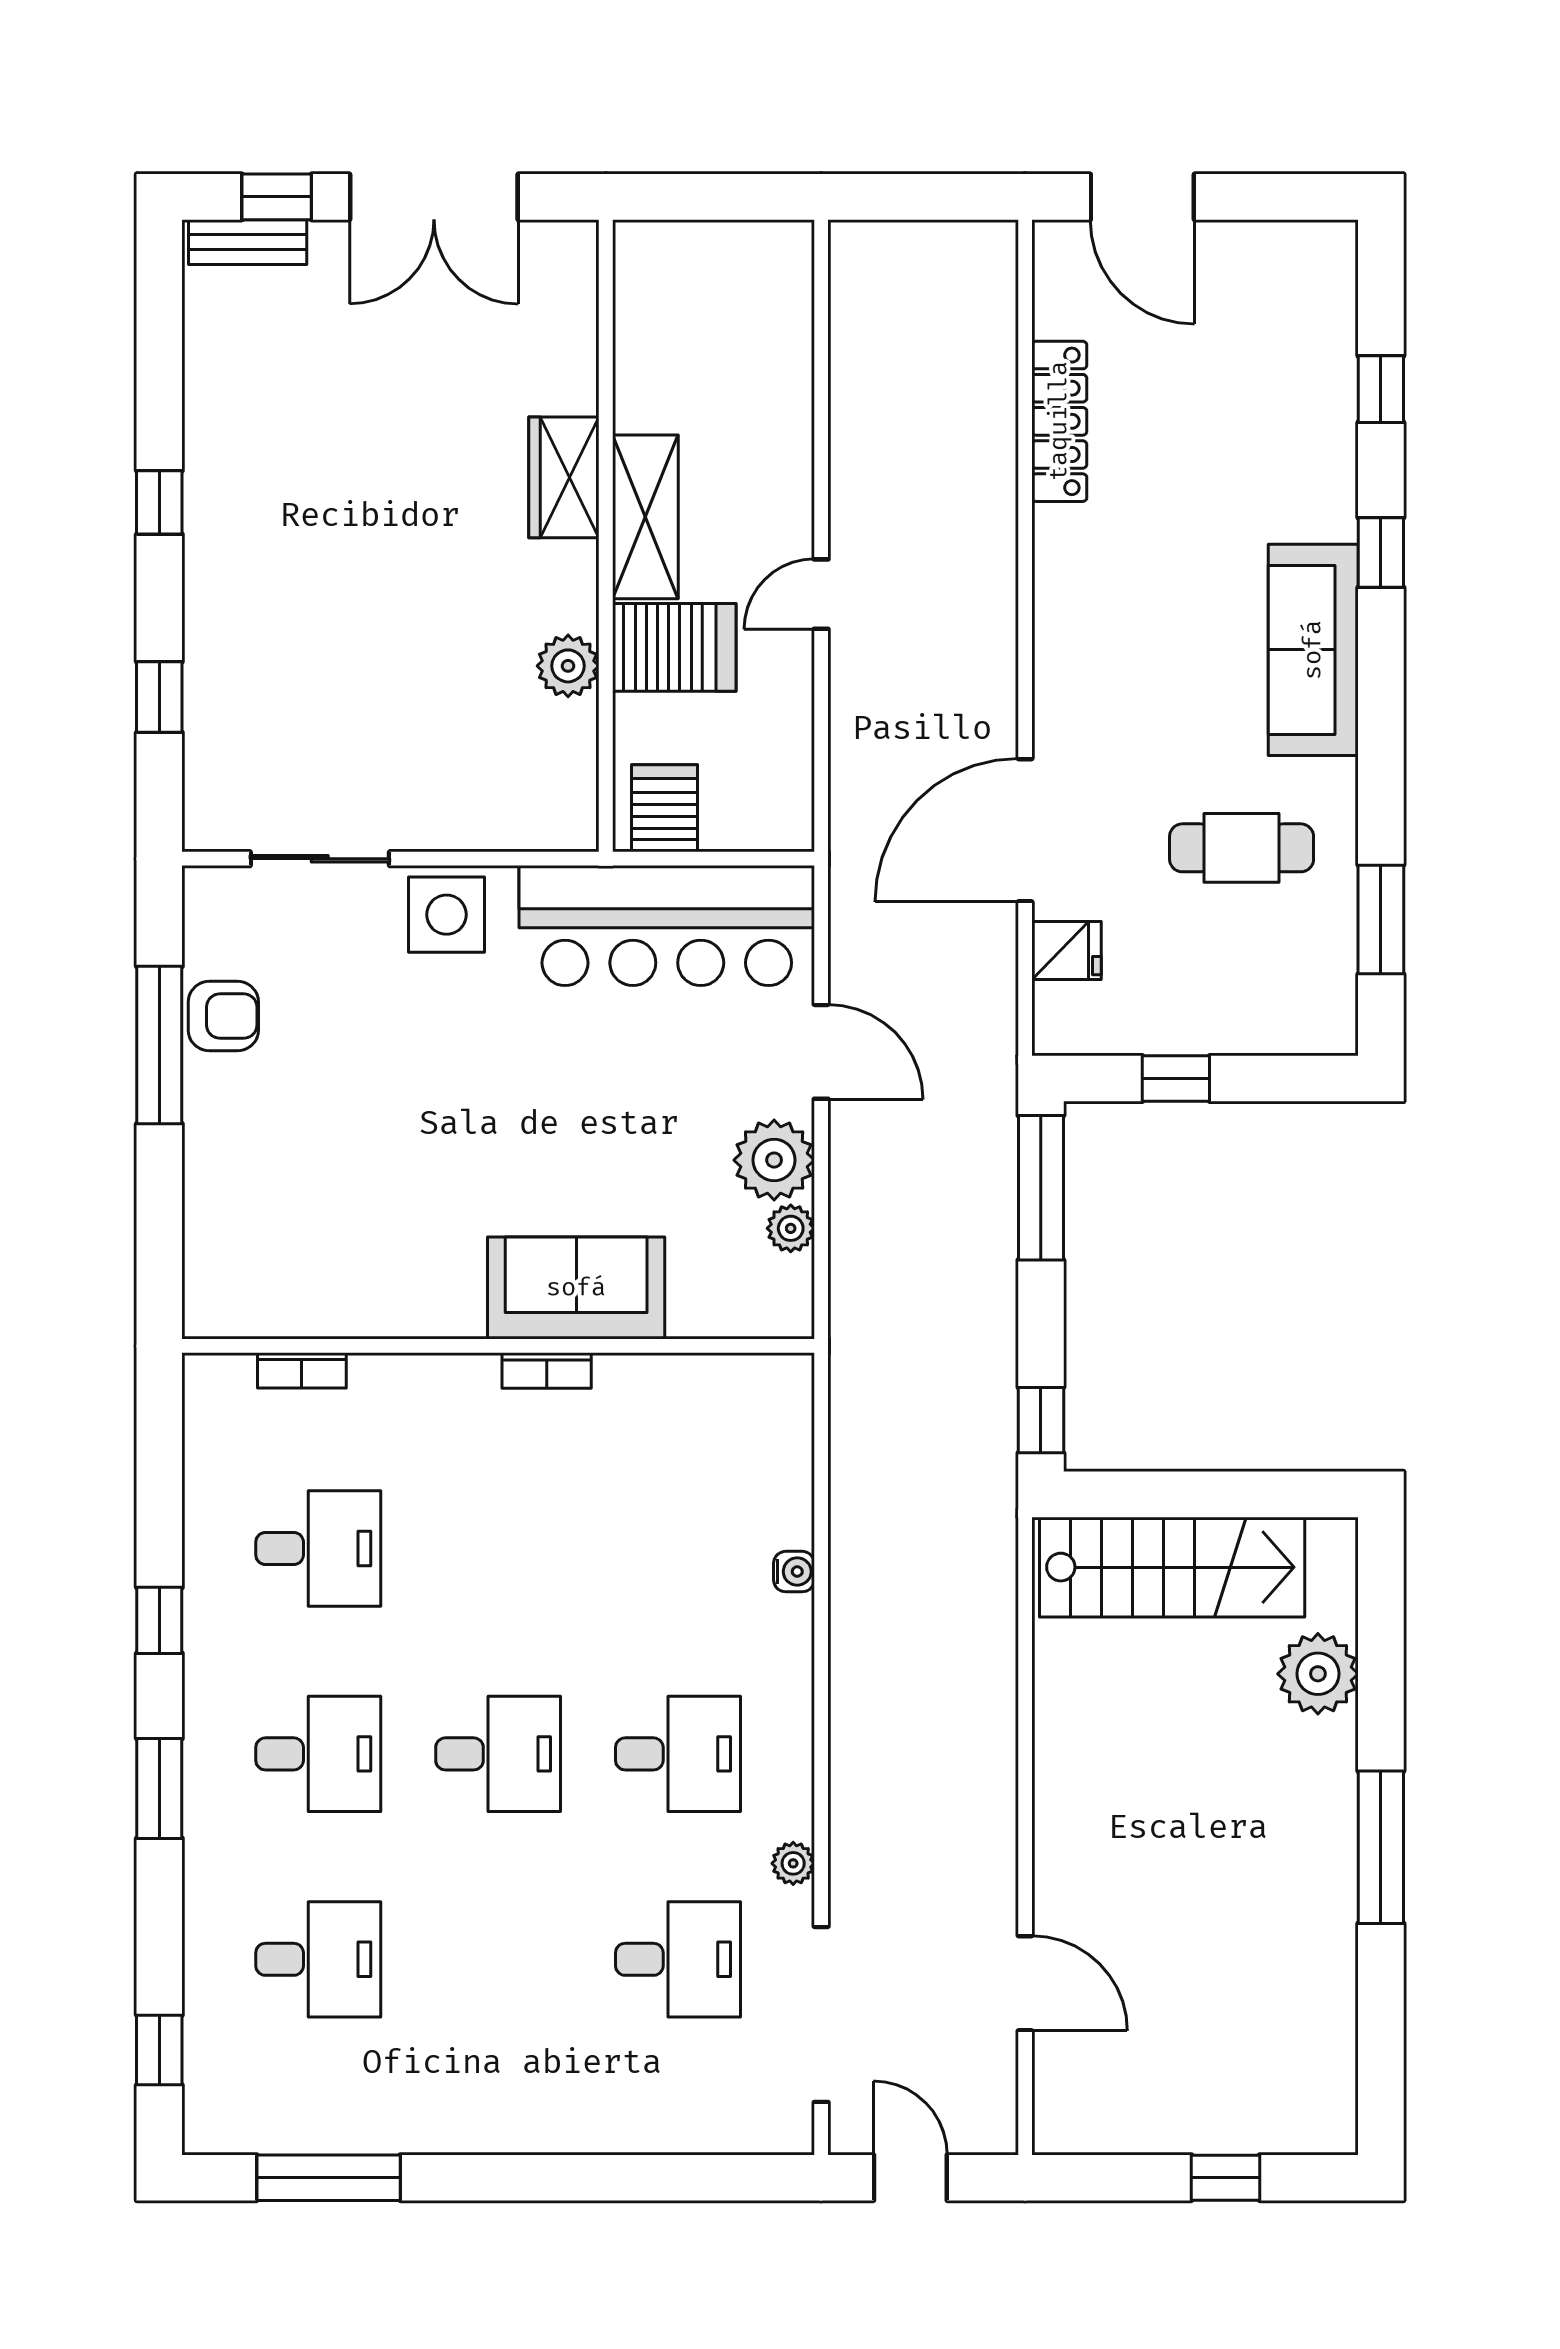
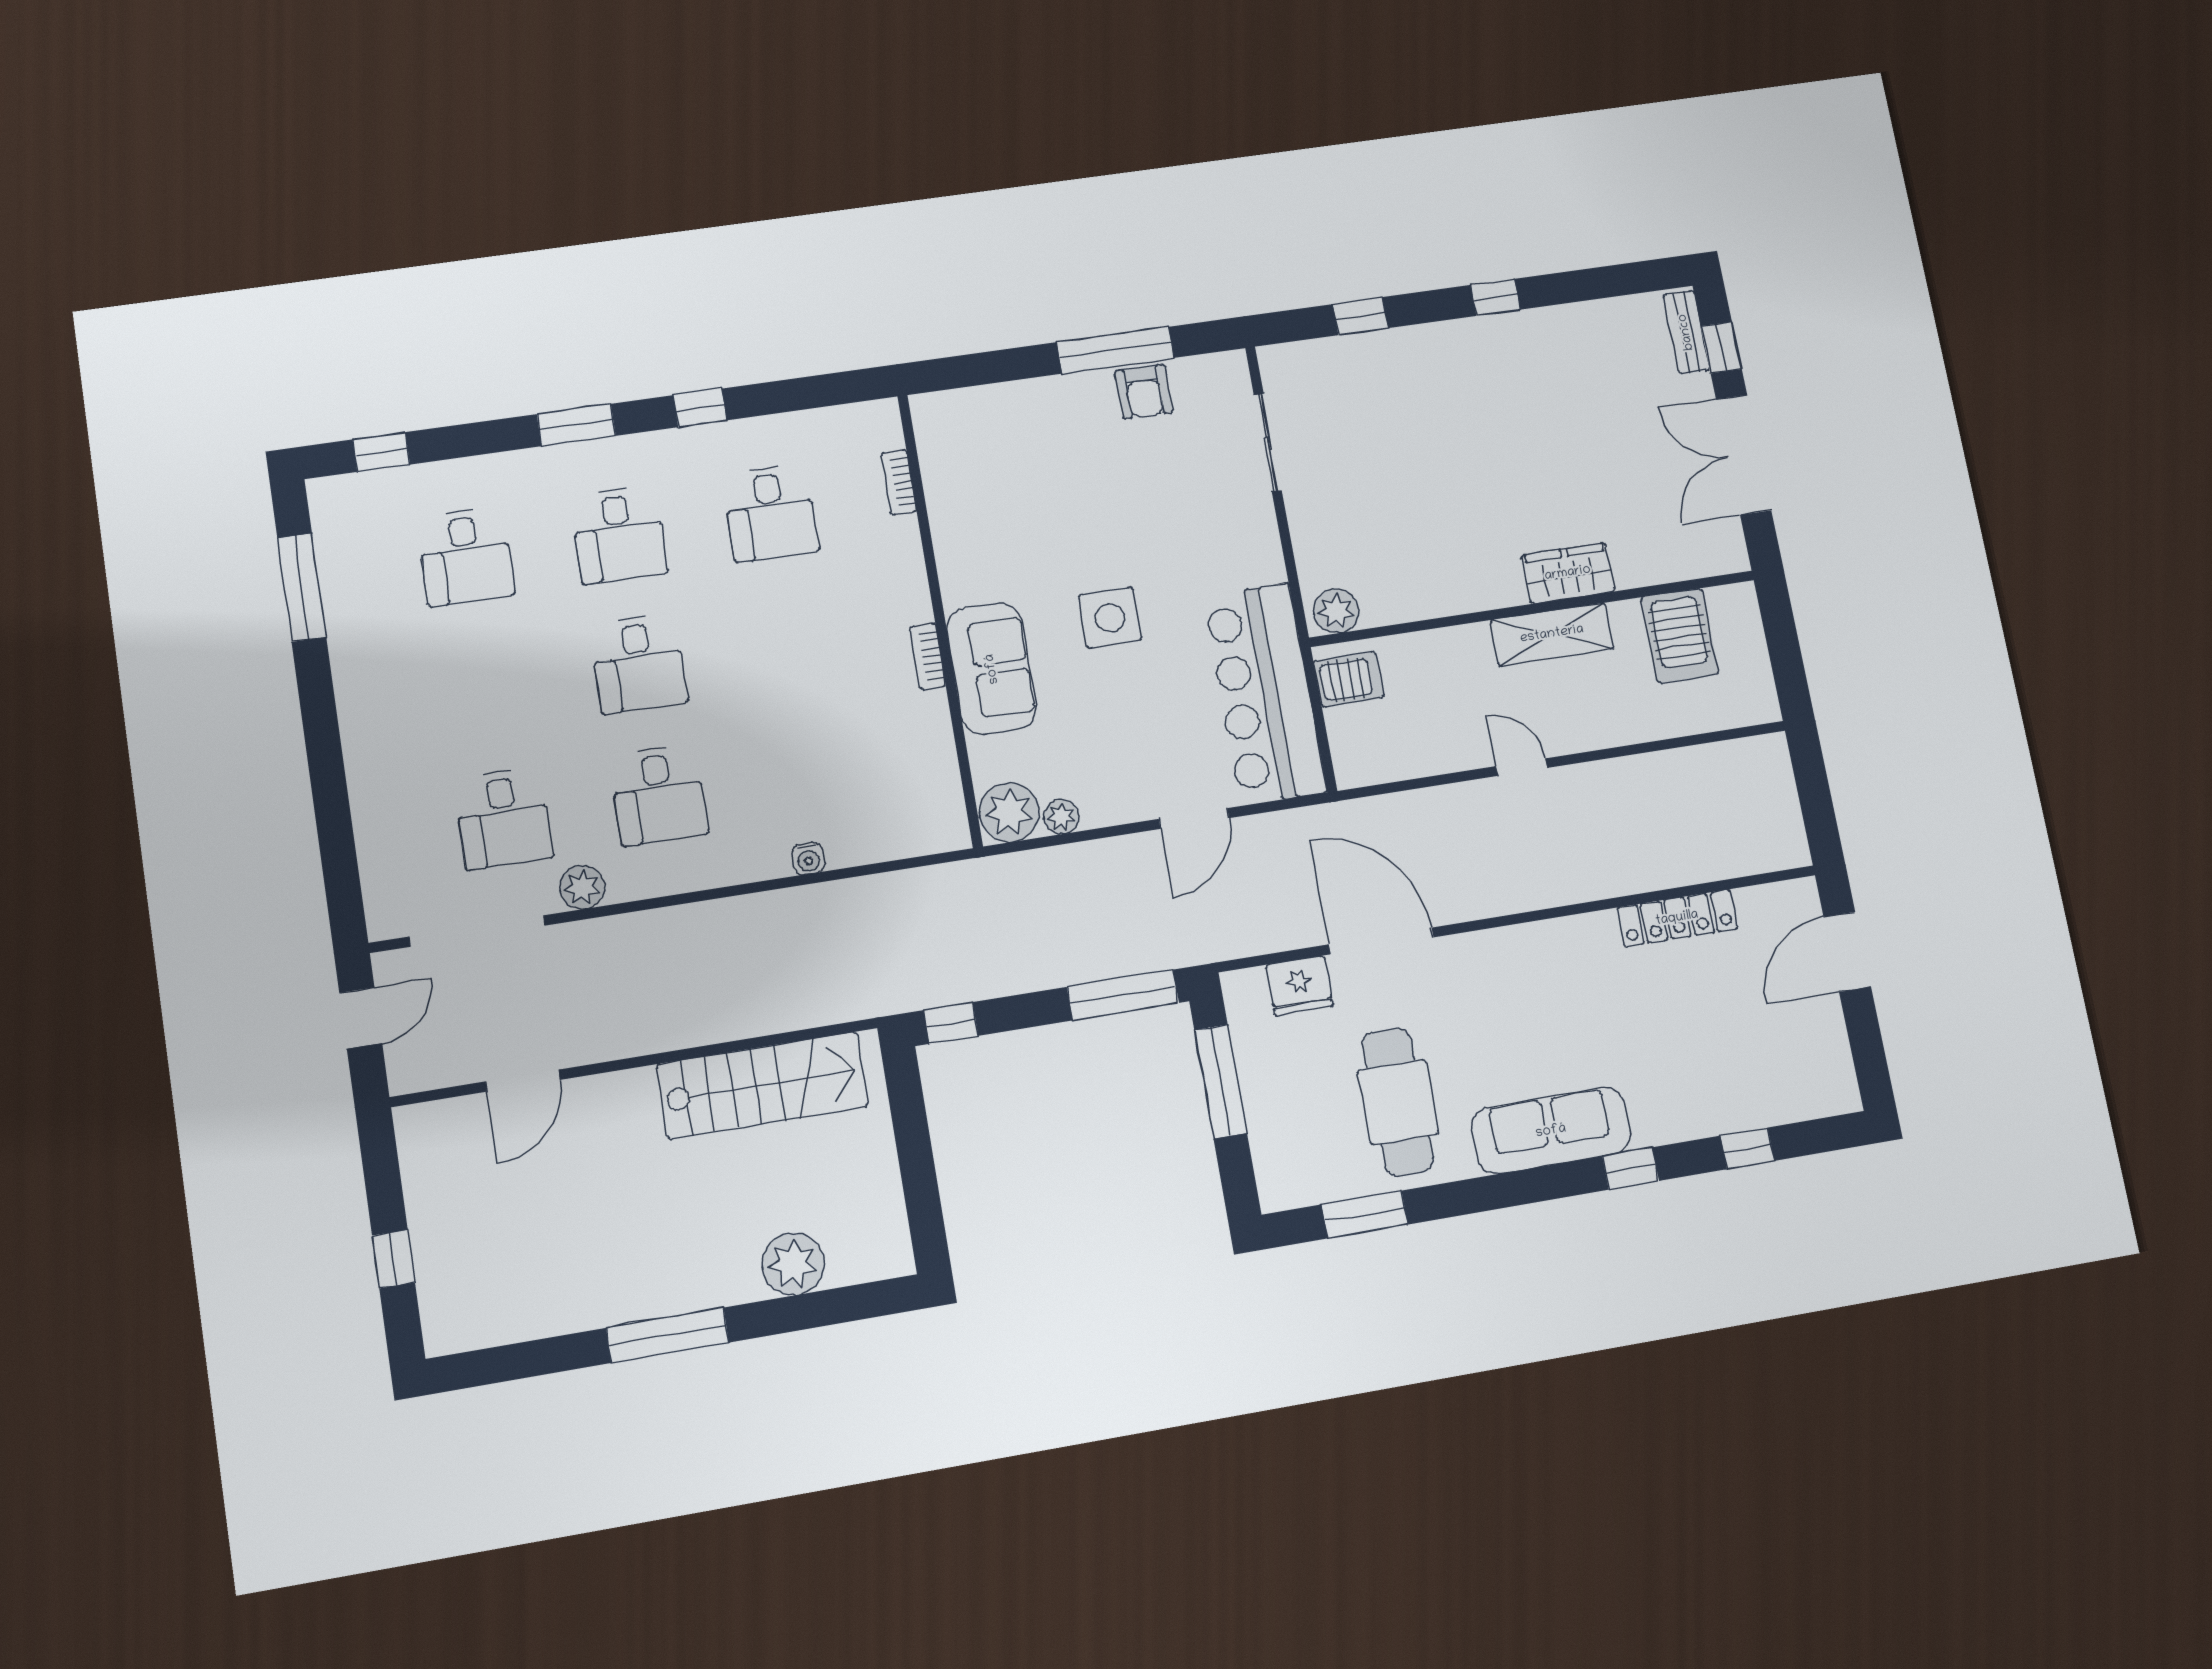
server rack: (674, 647) -> (1680, 636), moved
plant: (568, 666) -> (1336, 611), moved
cafe table: (1242, 848) -> (1398, 1102), width x1.37, depth x1.35
side table: (447, 915) -> (1110, 618), moved
fridge: (1066, 950) -> (1300, 985), width x1.38
window: (1176, 1079) -> (1221, 1082), width x2.17
plant: (774, 1160) -> (1009, 812), moved
stairs: (1172, 1567) -> (763, 1085), moved, turned -90
plant: (793, 1863) -> (582, 887), width x1.38, depth x1.38

